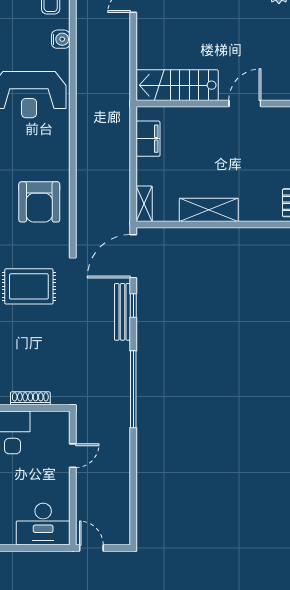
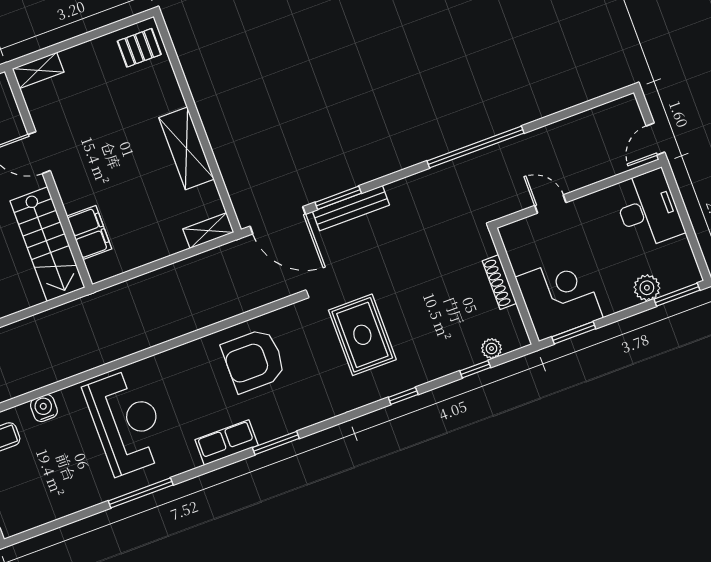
filing cabinet: (148, 139) -> (89, 233), moved, turned 90
armchair: (39, 202) -> (254, 360), turned 180
window: (133, 305) -> (338, 198), width x1.50
window: (133, 389) -> (475, 147), moved

